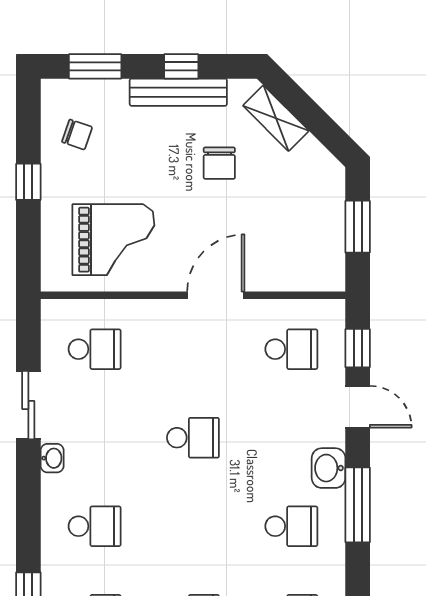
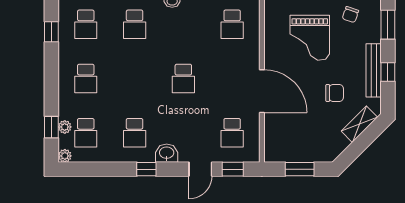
chair: (219, 163) -> (335, 93), turned 180
grand piano: (113, 240) -> (310, 38), moved
door: (216, 295) -> (262, 91), width x1.36
window: (358, 505) -> (146, 169), width x0.46

